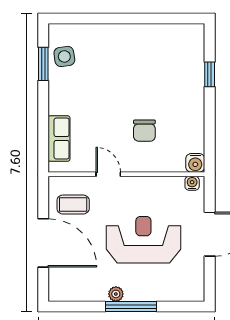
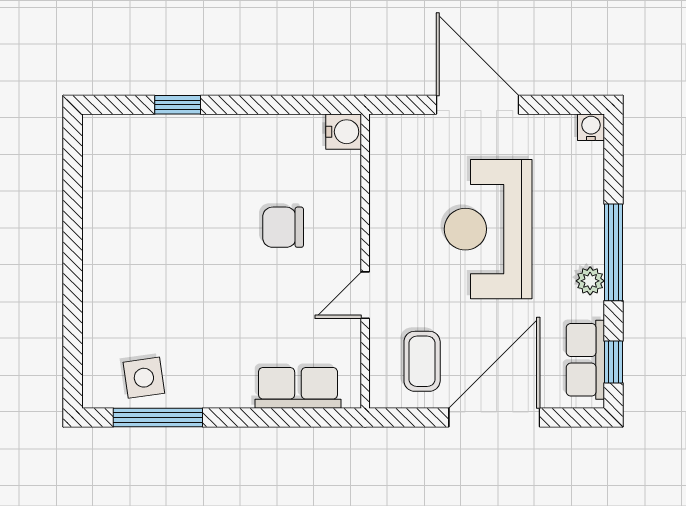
window: (43, 64) -> (158, 417), width x1.44
chair: (144, 131) -> (283, 227), turned 180
water cooler: (192, 183) -> (591, 127), moved, turned 90
row of seats: (74, 291) -> (585, 360), added
window: (73, 306) -> (613, 362), added

